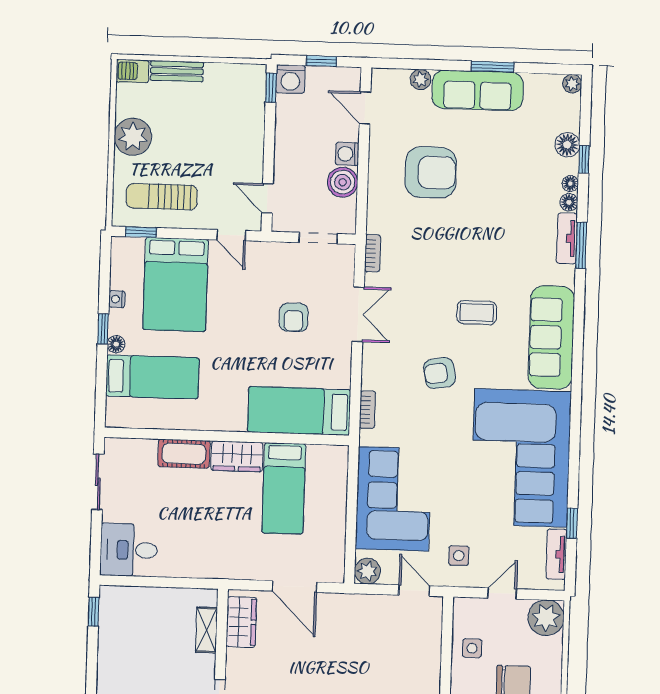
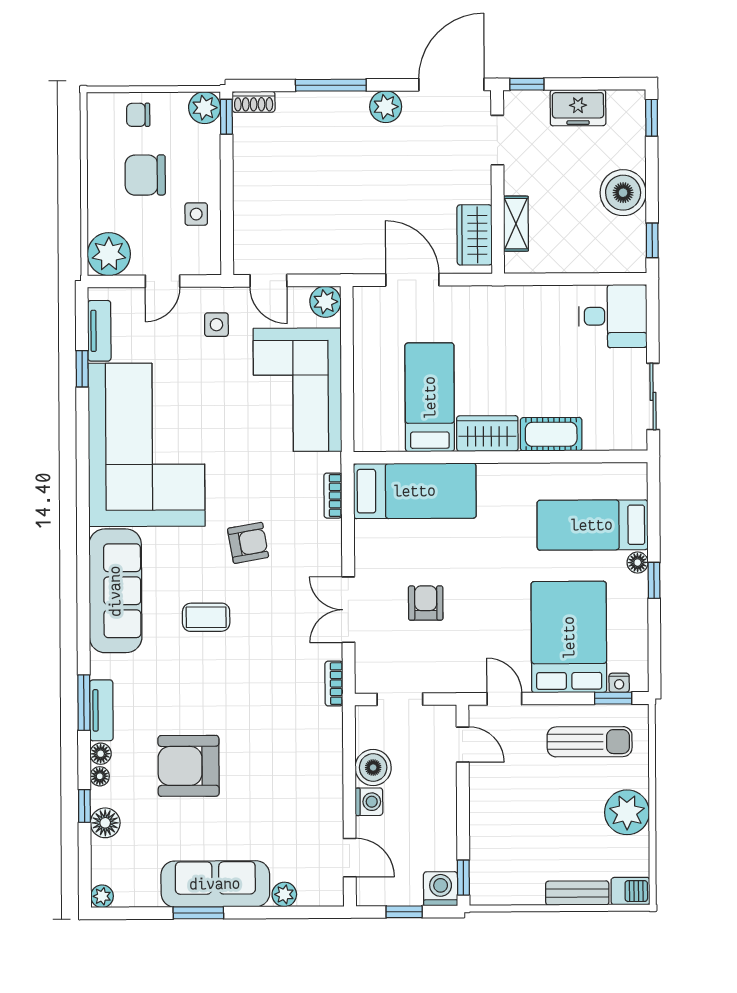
armchair: (431, 172) -> (189, 766), moved
nightstand: (117, 299) -> (619, 683), moved, turned 90
boiler: (116, 652) -> (623, 193), added

